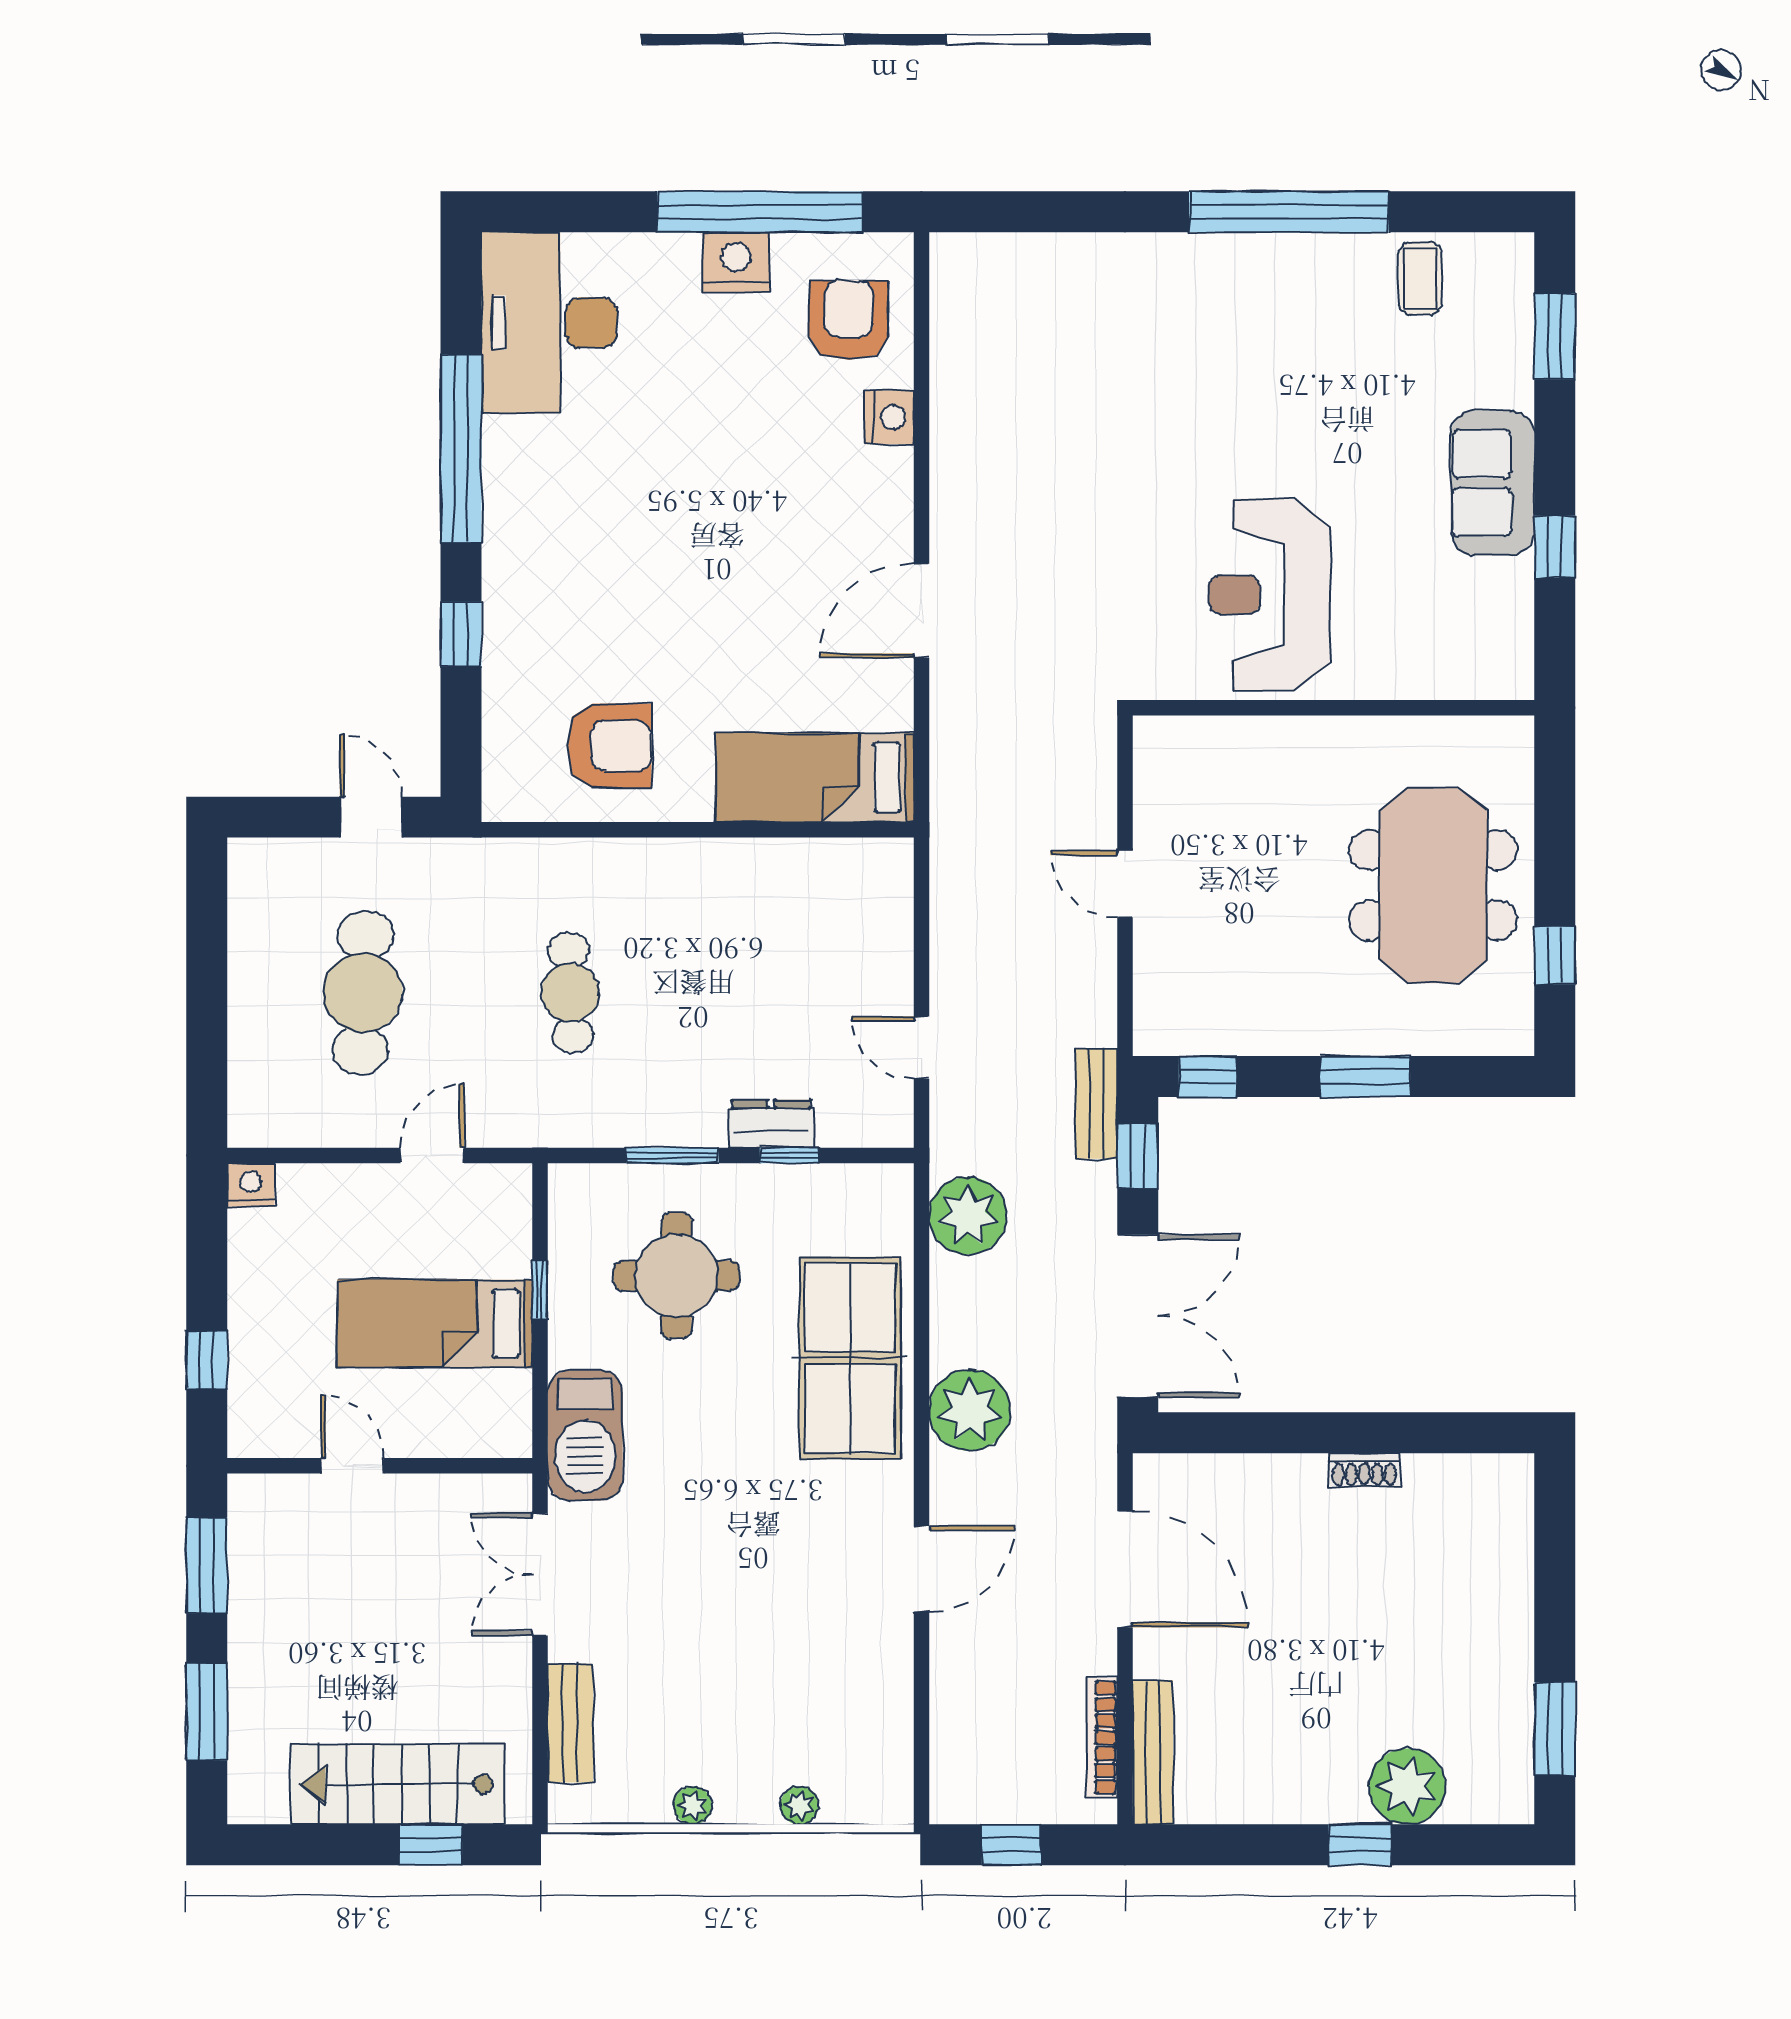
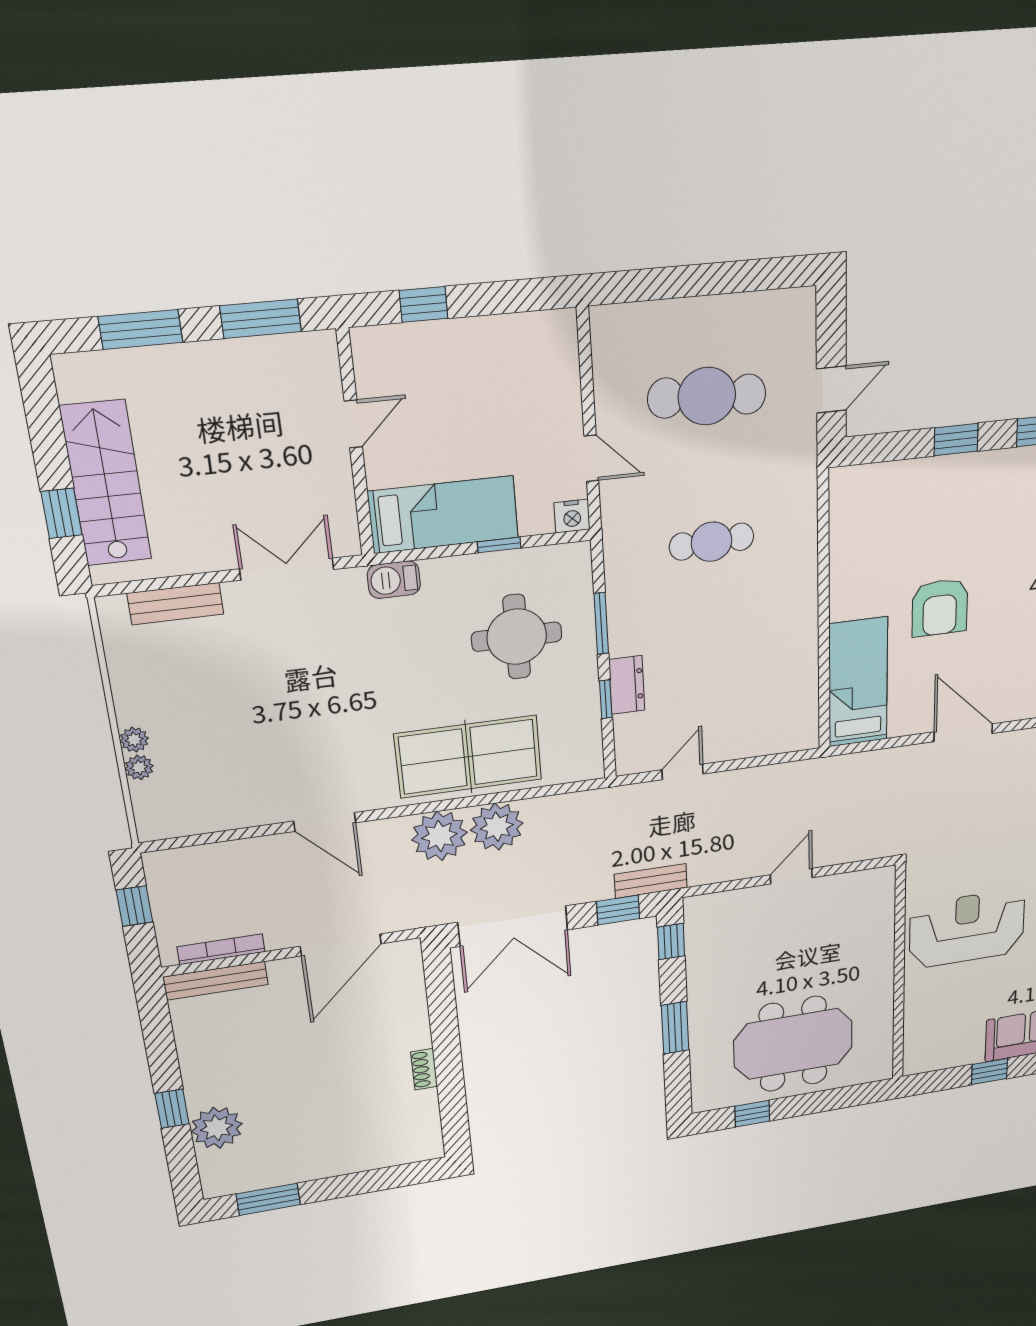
armchair: (609, 746) -> (940, 608), moved
nightstand: (251, 1185) -> (572, 516), moved, turned 90
plant: (968, 1216) -> (497, 827), moved
bed: (435, 1323) -> (443, 515), moved, turned 90
barbecue: (585, 1435) -> (394, 580), width x0.53, depth x0.65
plant: (693, 1805) -> (134, 740), moved

